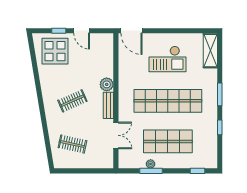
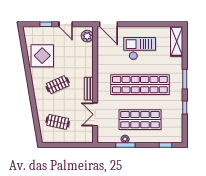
display table: (55, 51) -> (42, 56), moved
checkout: (167, 59) -> (140, 49), turned 180
plant: (107, 84) -> (87, 36), moved
double door: (116, 135) -> (95, 114), swing flipped

